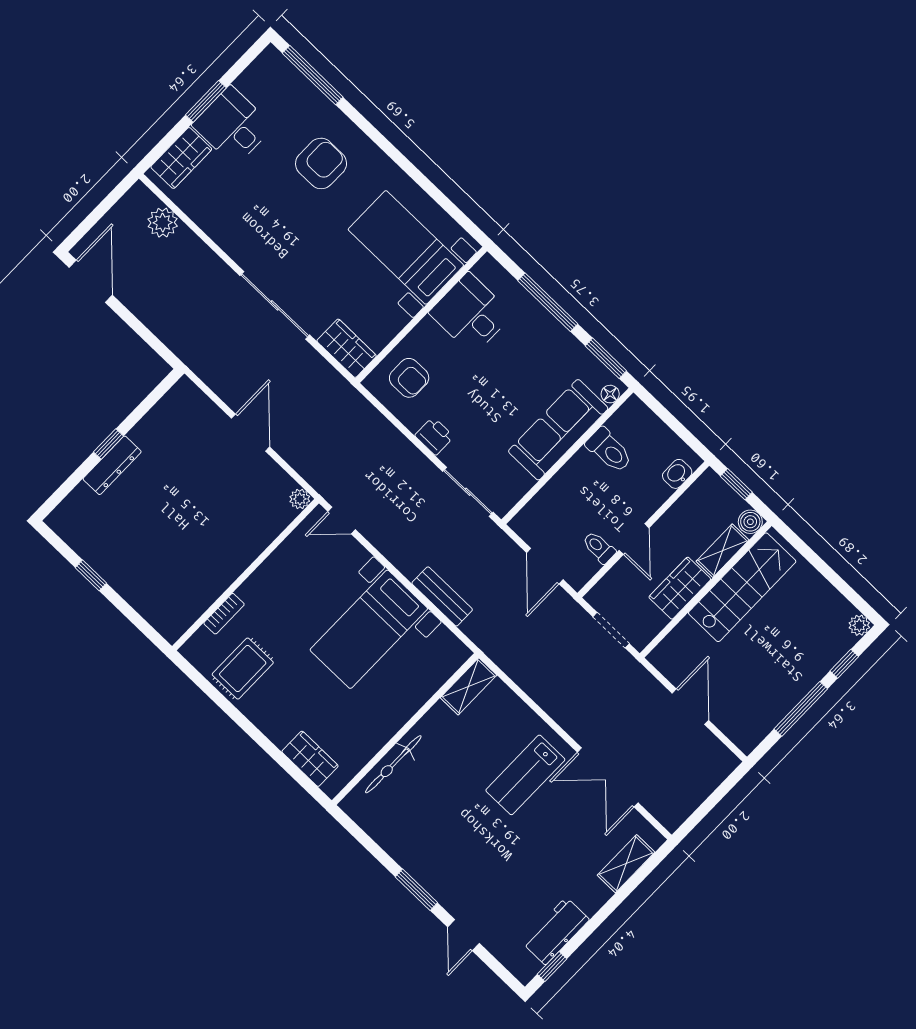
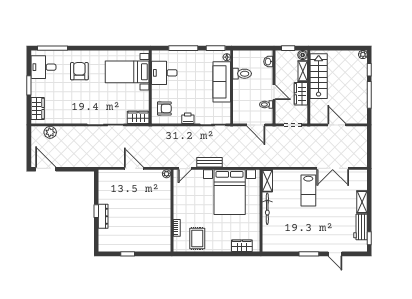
desk: (233, 126) -> (43, 67), moved
bench: (442, 596) -> (209, 162), moved
bed with nightstands: (369, 629) -> (230, 192), width x1.36
bicycle: (393, 764) -> (267, 209), moved
shelving: (626, 864) -> (362, 202), moved

